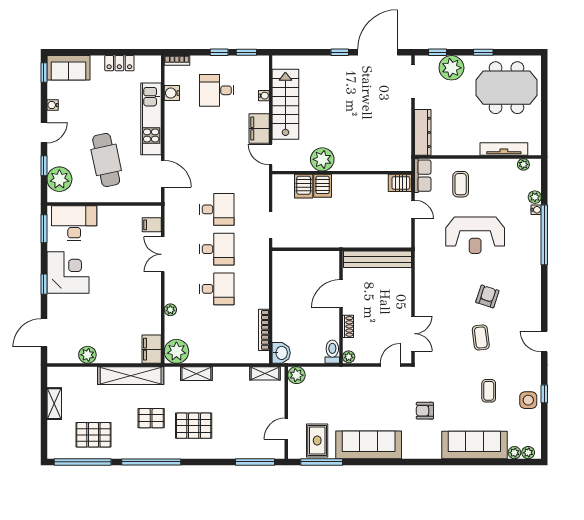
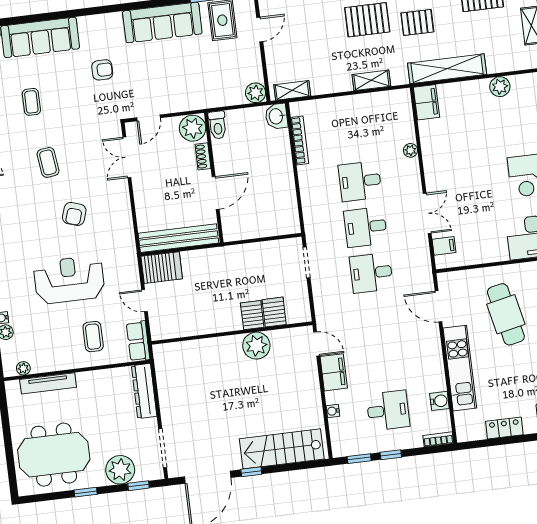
stairs: (285, 104) -> (282, 449), moved, turned 90
server rack: (400, 183) -> (162, 268), moved, width x1.36, depth x1.44
armchair: (487, 296) -> (74, 214), moved
plant: (176, 351) -> (398, 103), removed
plant: (349, 357) -> (193, 128), width x1.88, depth x1.88

